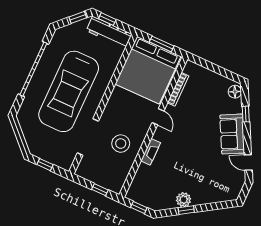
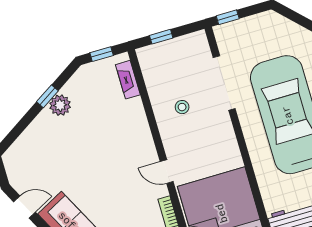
stool: (121, 144) -> (182, 107), width x0.53, depth x0.53
fireplace: (151, 152) -> (128, 80), moved
window: (45, 165) -> (228, 17), moved

